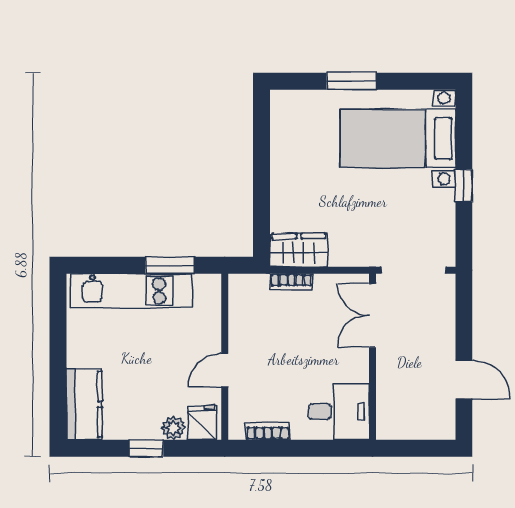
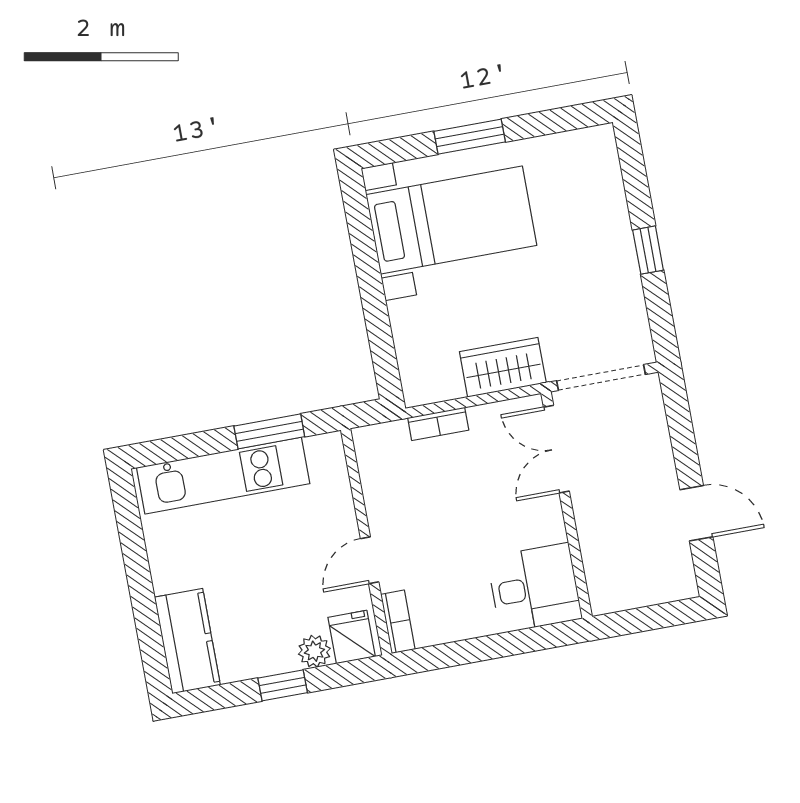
bed with nightstands: (398, 138) -> (451, 220), moved, turned 180
wardrobe: (299, 250) -> (503, 367), moved
bookcase: (268, 431) -> (398, 622), moved, turned 90

